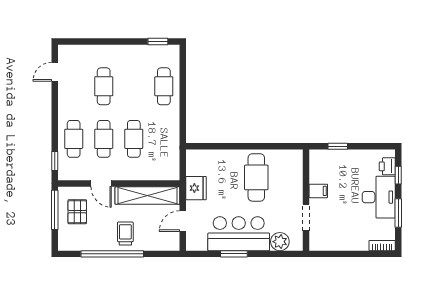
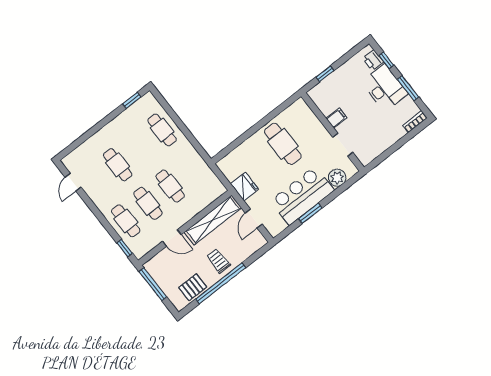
pallet: (77, 212) -> (193, 287), moved, turned 90

